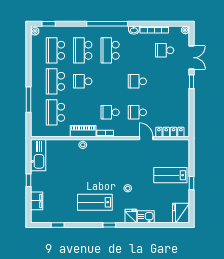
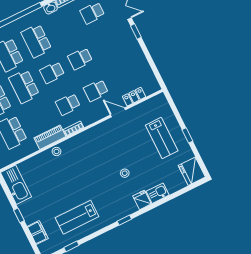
school desk: (83, 81) -> (24, 86), width x1.85
school desk: (110, 81) -> (52, 73), added
locker: (170, 132) -> (134, 97), width x0.66
lab bench: (170, 175) -> (162, 138), turned -90
lab bench: (95, 202) -> (77, 217), moved

